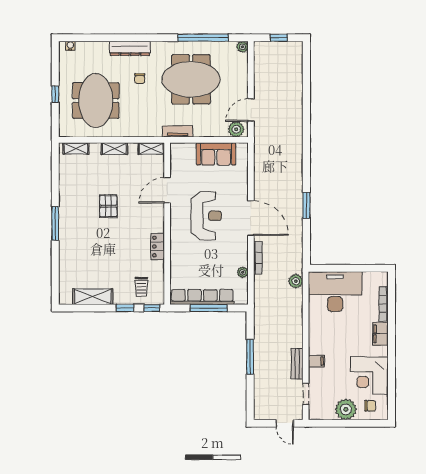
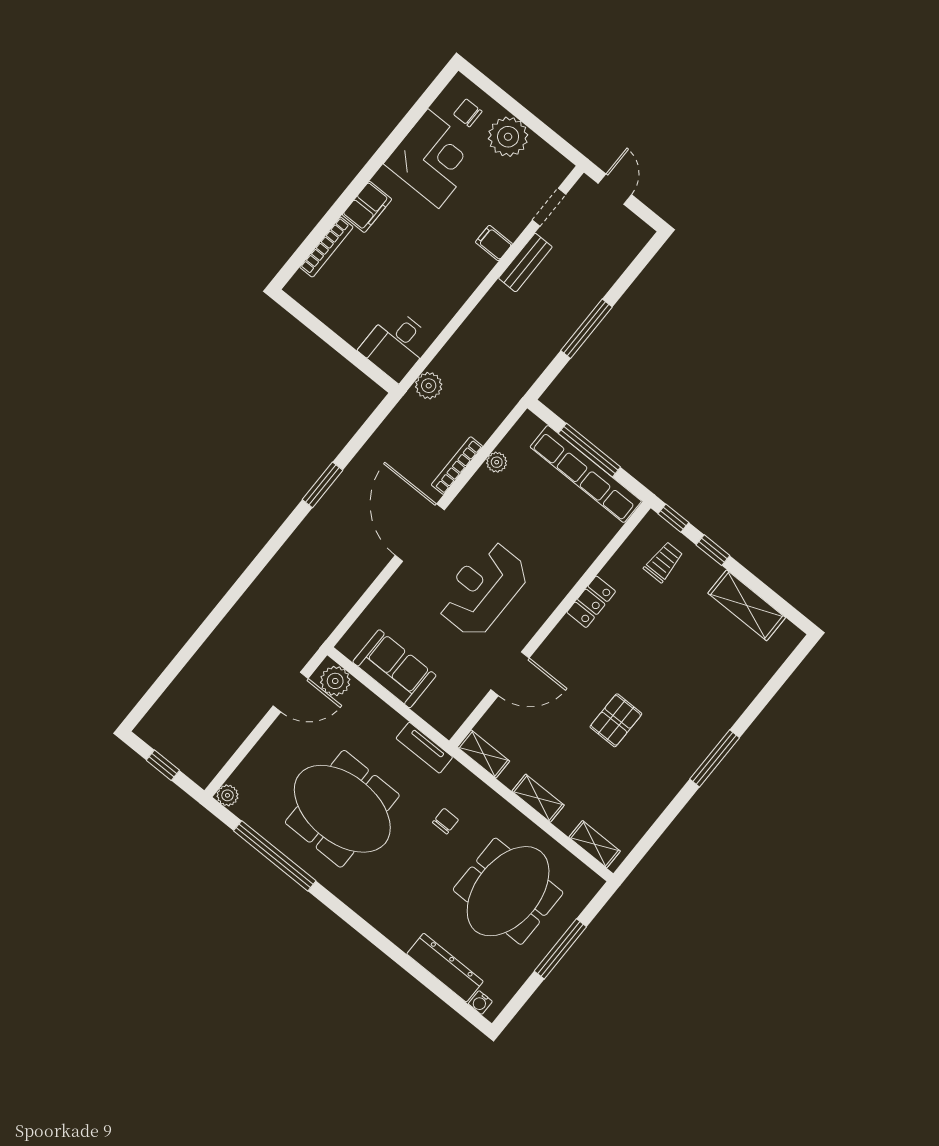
dresser: (130, 48) -> (445, 968), moved
chair: (140, 79) -> (445, 821), moved
window: (55, 94) -> (560, 949), width x2.17
desk: (335, 292) -> (396, 345), width x0.53, depth x0.77

